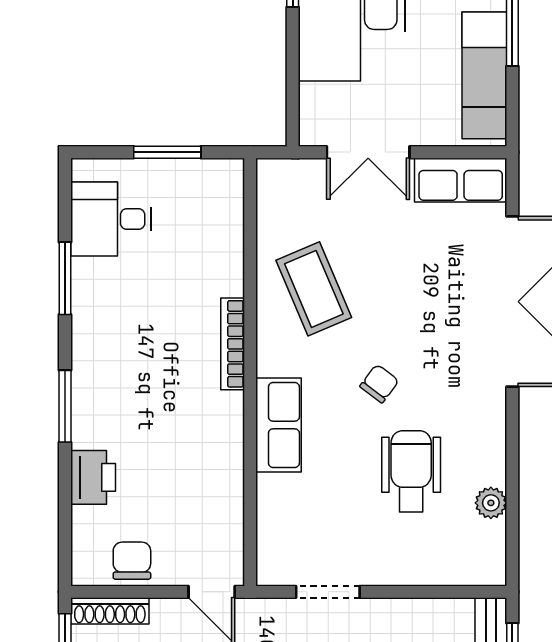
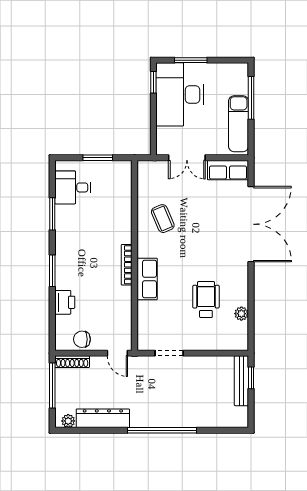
coffee table: (314, 289) -> (163, 219), width x0.73, depth x0.77
bookcase: (233, 344) -> (127, 265), moved
chair: (379, 384) -> (192, 261), removed
chair: (132, 561) -> (82, 339), turned -90

